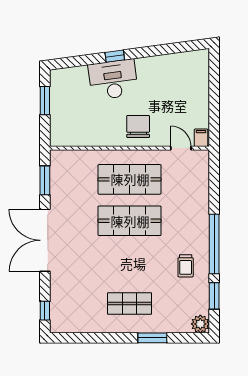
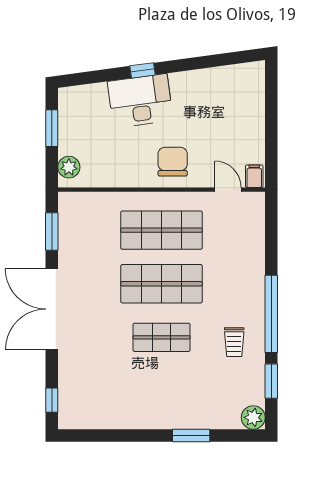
plant: (58, 131) -> (69, 167), added
shop shelf: (130, 303) -> (162, 337), moved

